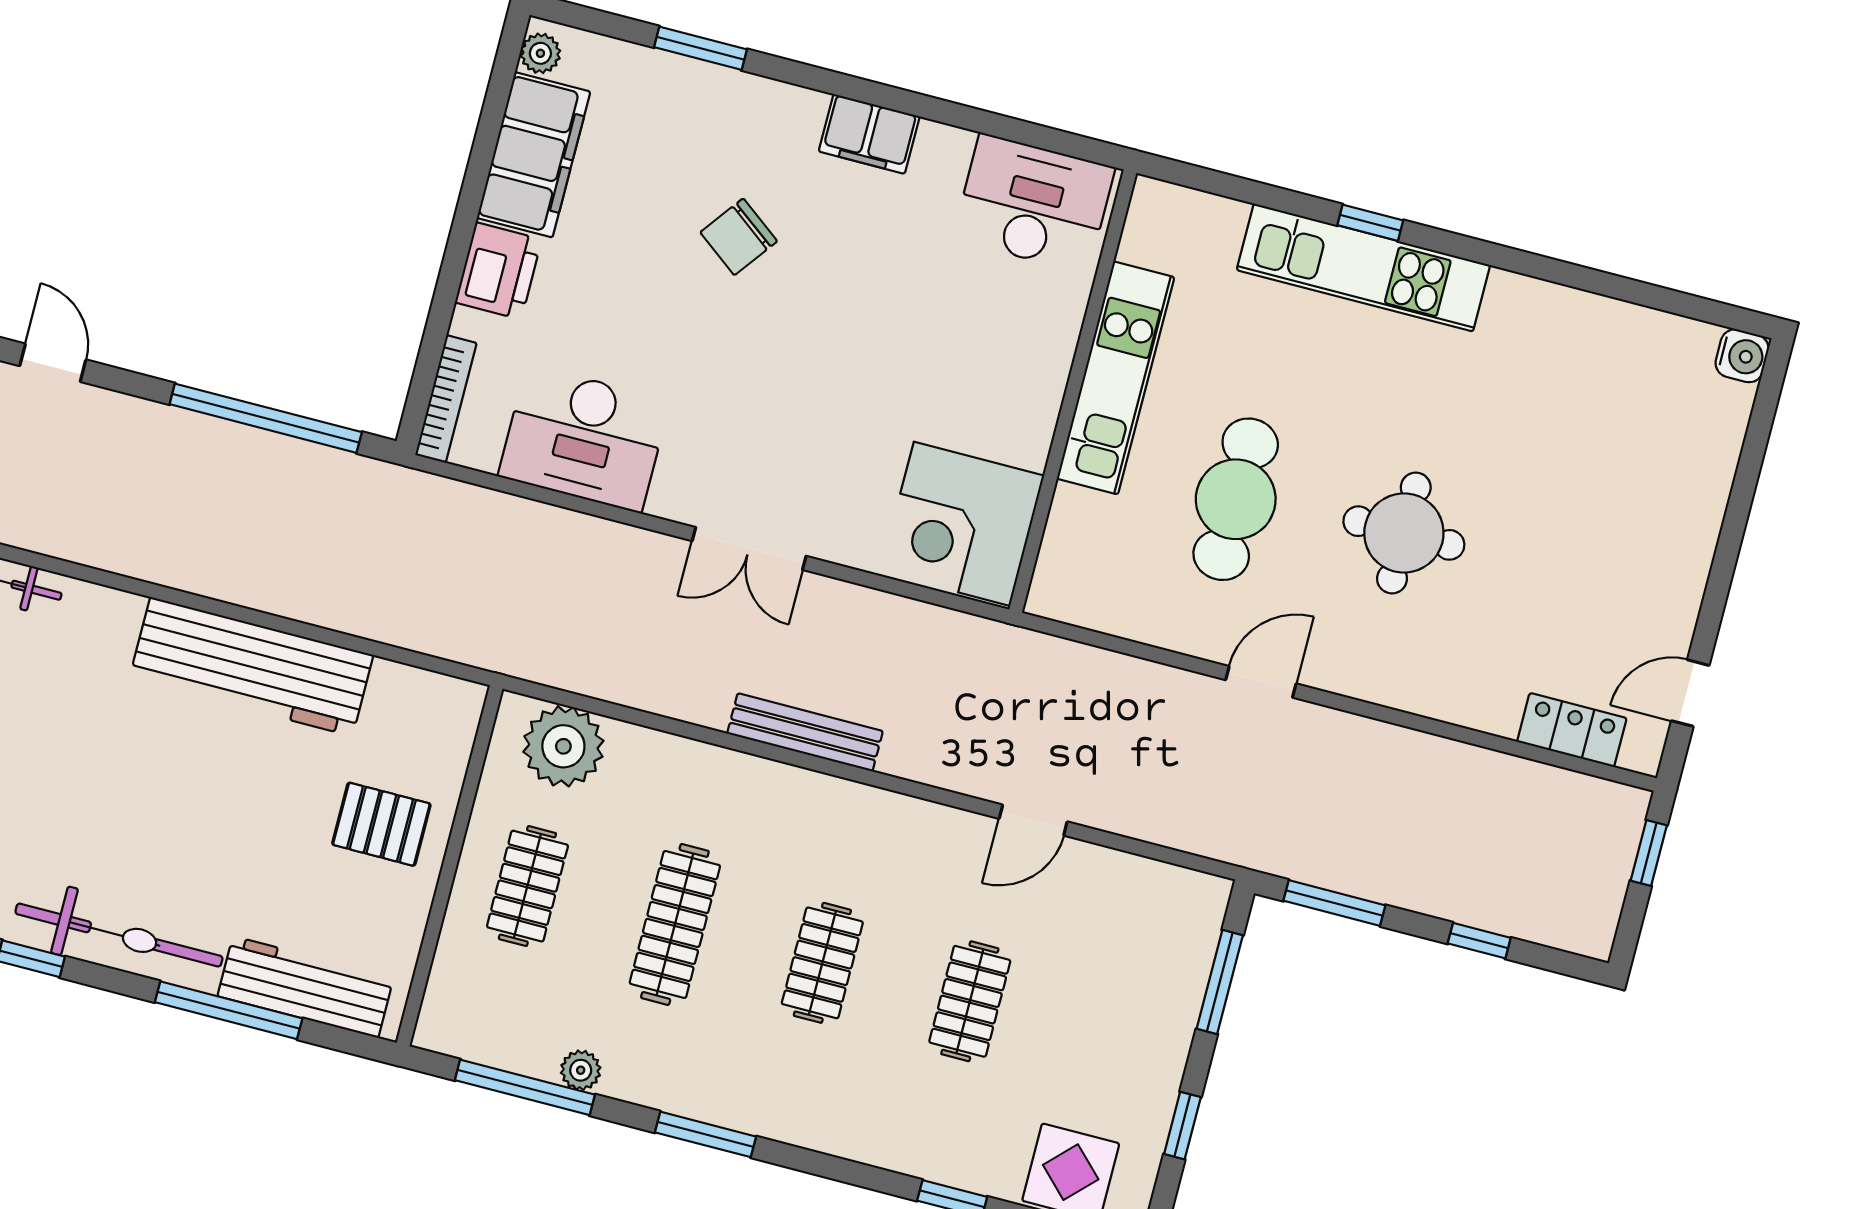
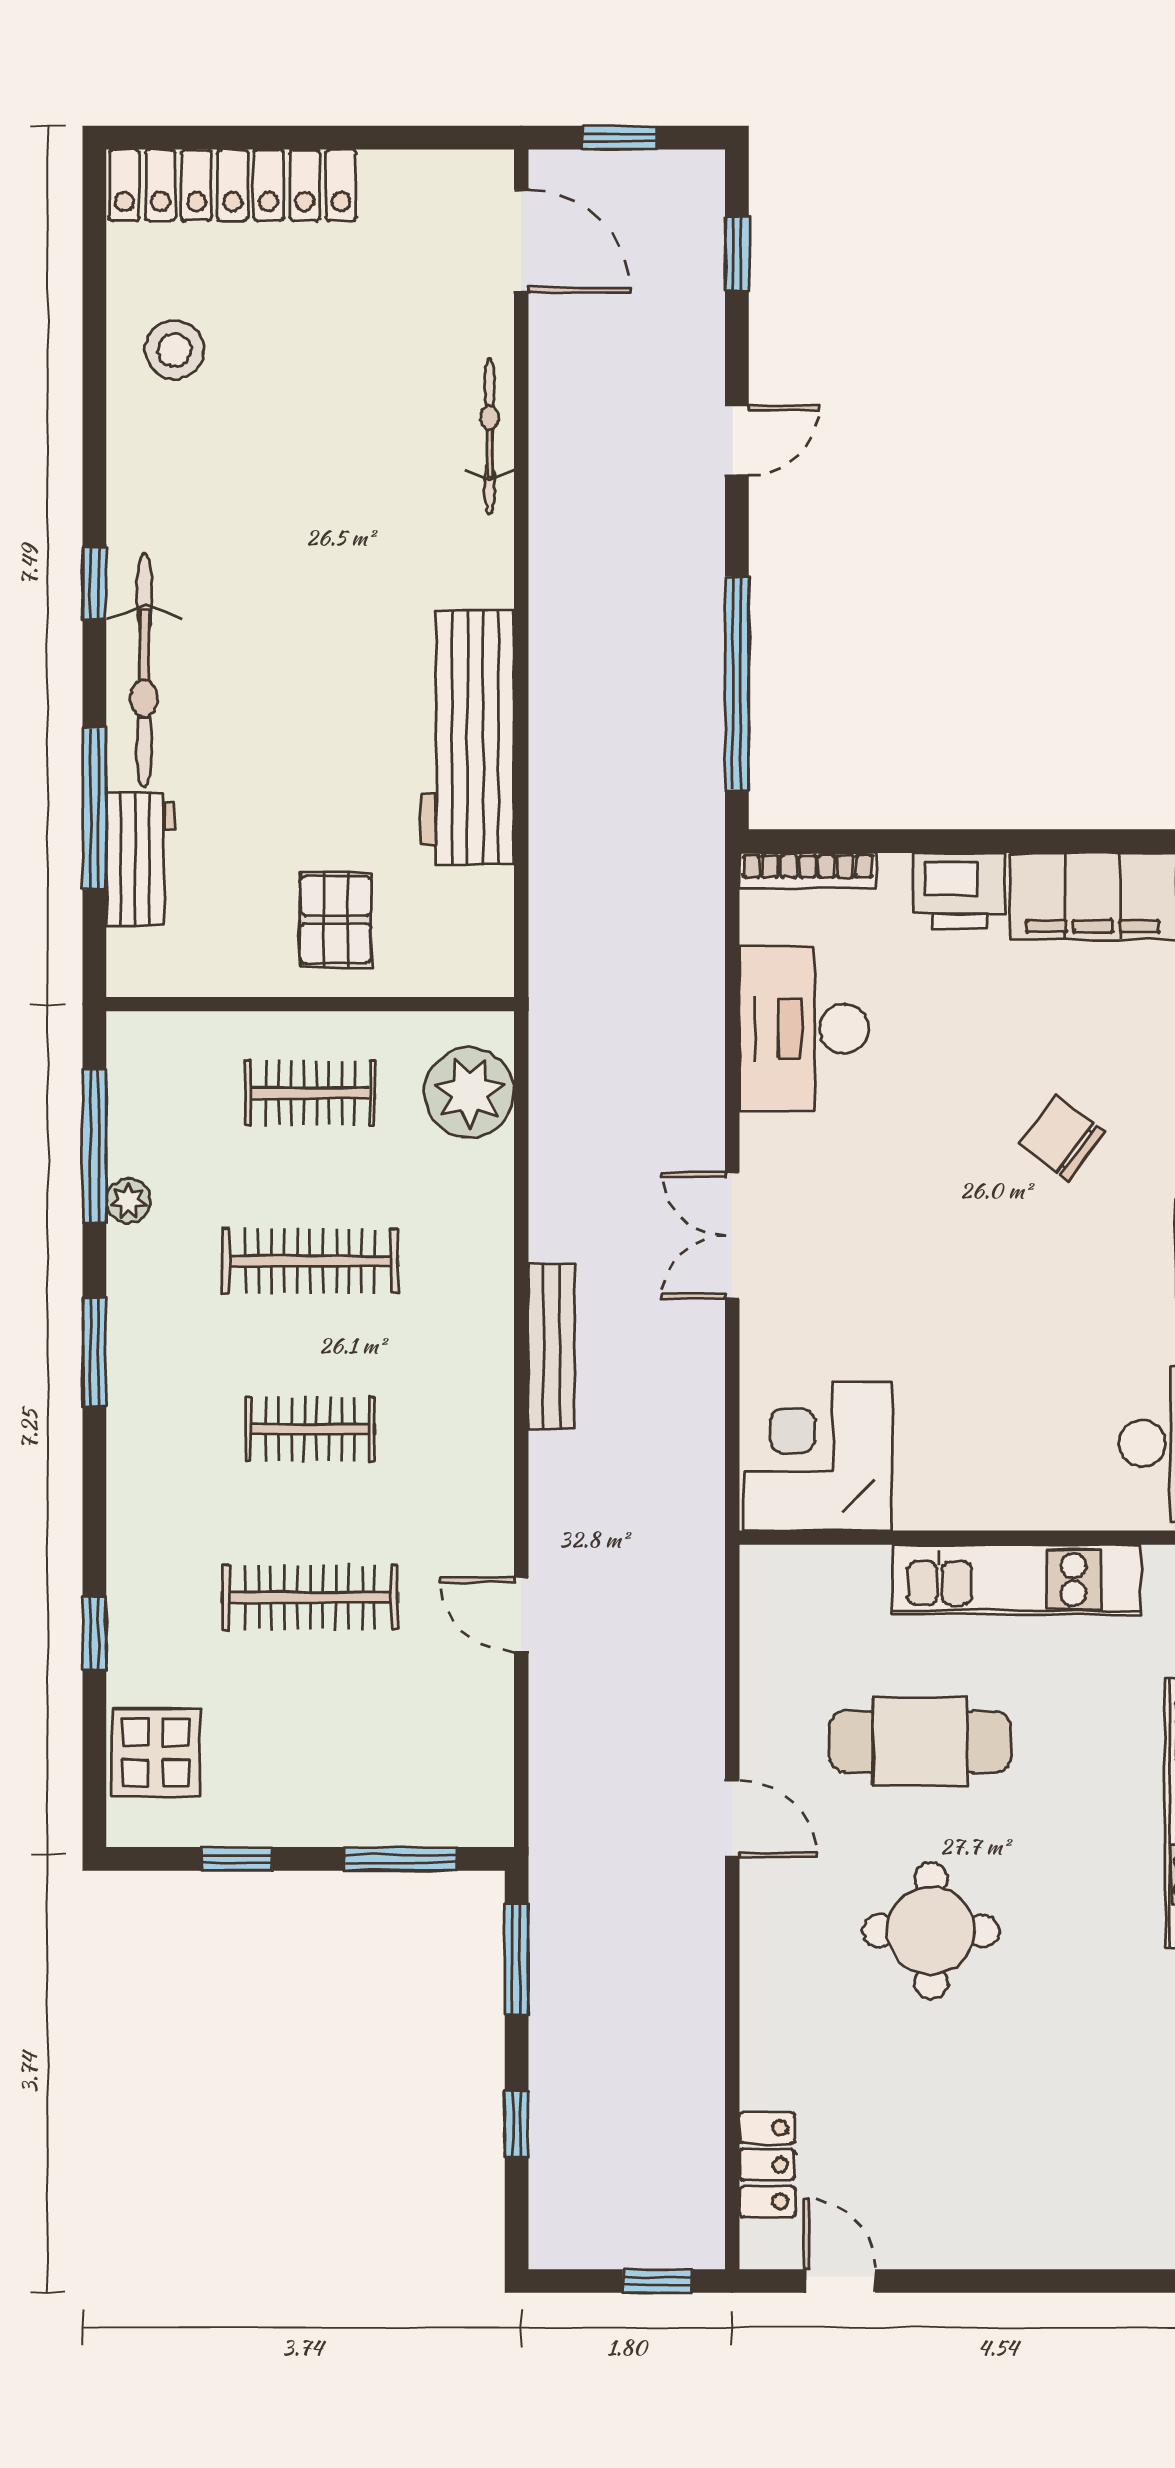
workbench: (305, 987) -> (141, 859), width x0.73
clothes rail: (970, 1001) -> (310, 1597), width x1.36

